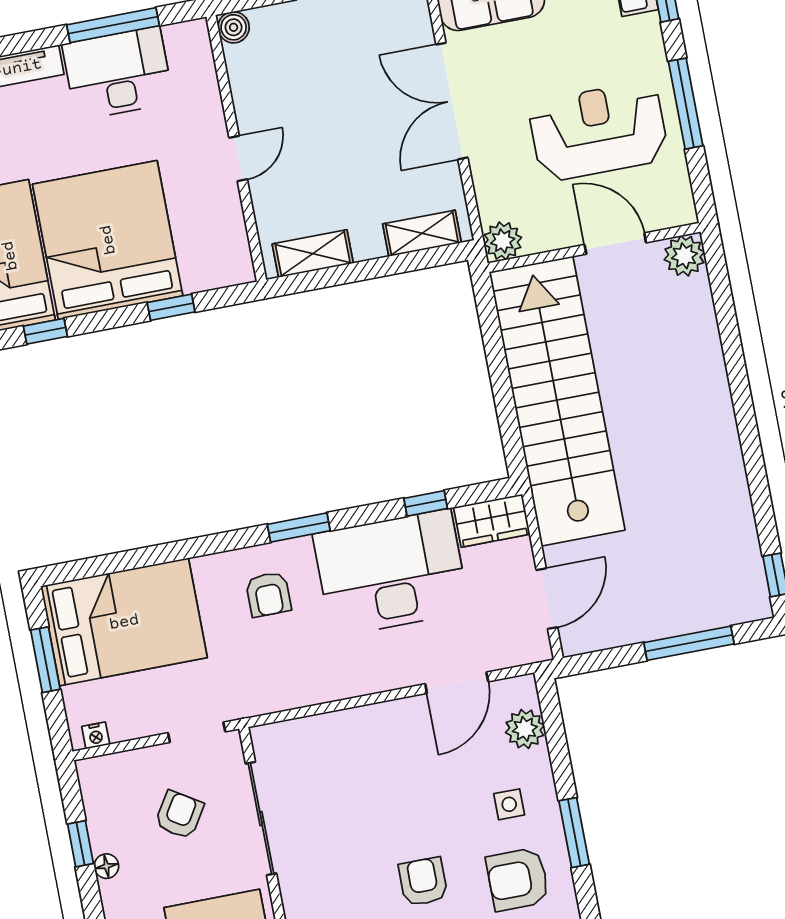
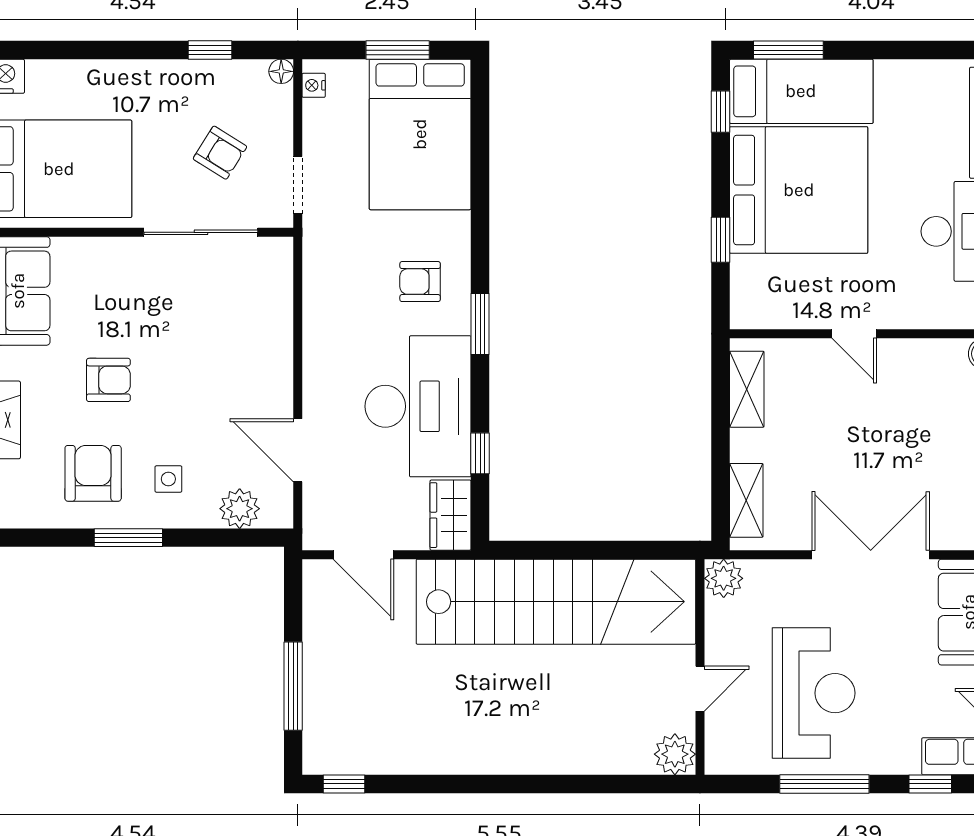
door: (615, 244) -> (700, 689), width x0.73
floor lamp: (106, 866) -> (281, 71), moved

